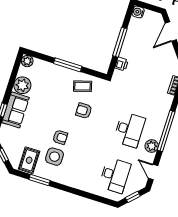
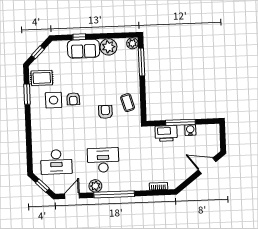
water cooler: (138, 12) -> (190, 130), moved
printer: (122, 64) -> (166, 133), width x1.87, depth x1.48
window: (68, 65) -> (142, 62), moved
desk: (129, 130) -> (103, 160), turned 180

